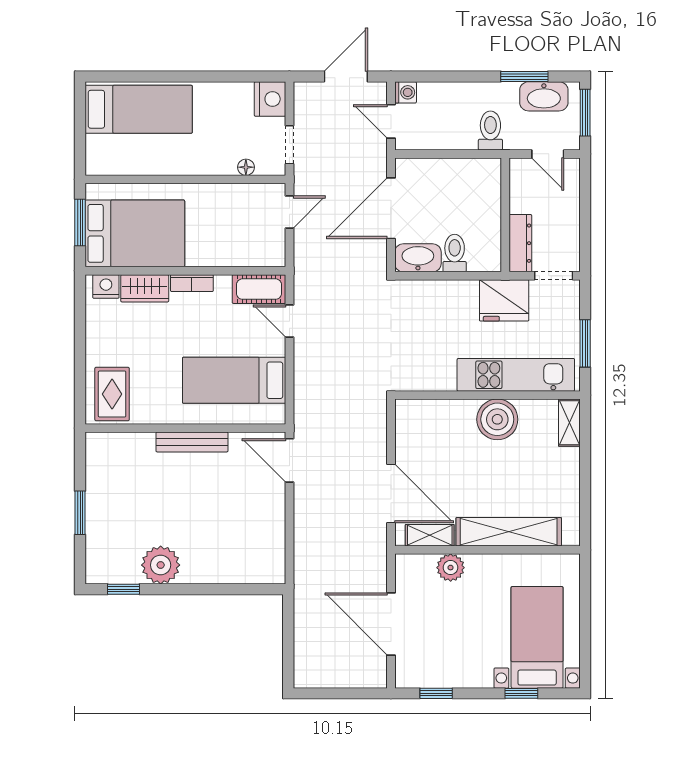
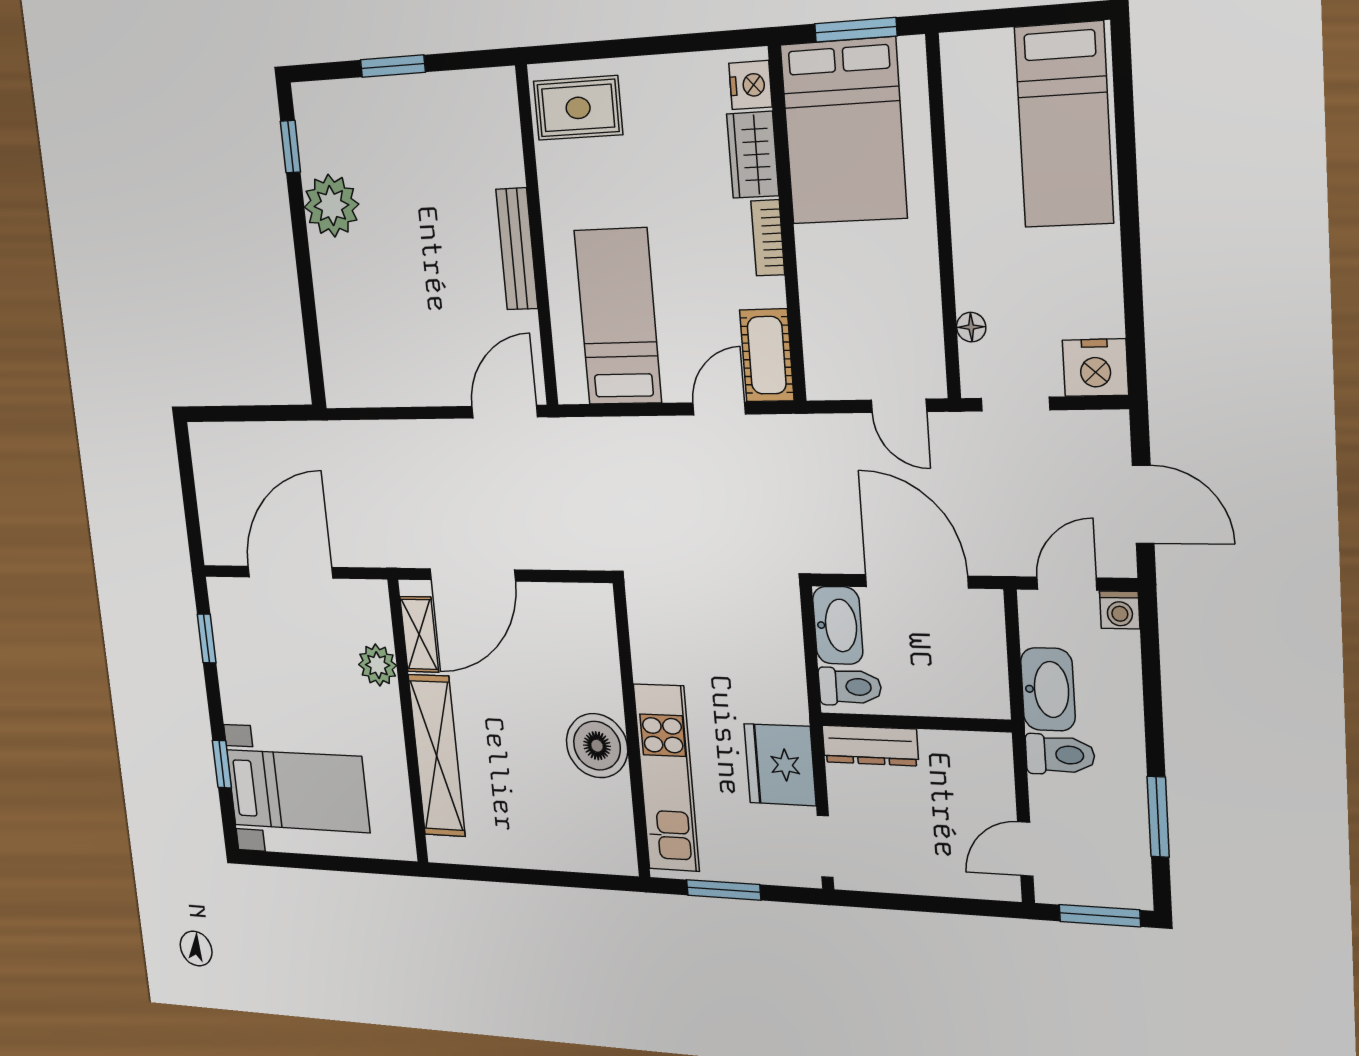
washbasin: (544, 96) -> (1048, 689), moved, turned 180
wall: (505, 215) -> (915, 722), moved
dresser: (520, 243) -> (870, 746), moved
shelving: (569, 423) -> (602, 858), removed

